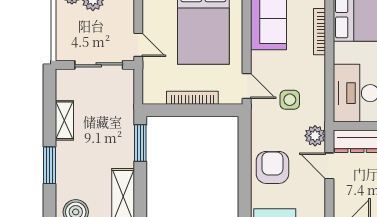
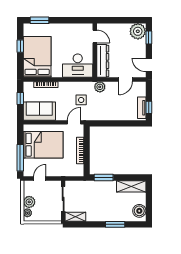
door: (138, 45) -> (40, 178), moved
shelving: (64, 120) -> (75, 217), moved
door: (329, 166) -> (126, 79), moved
armchair: (272, 167) -> (116, 109), removed

